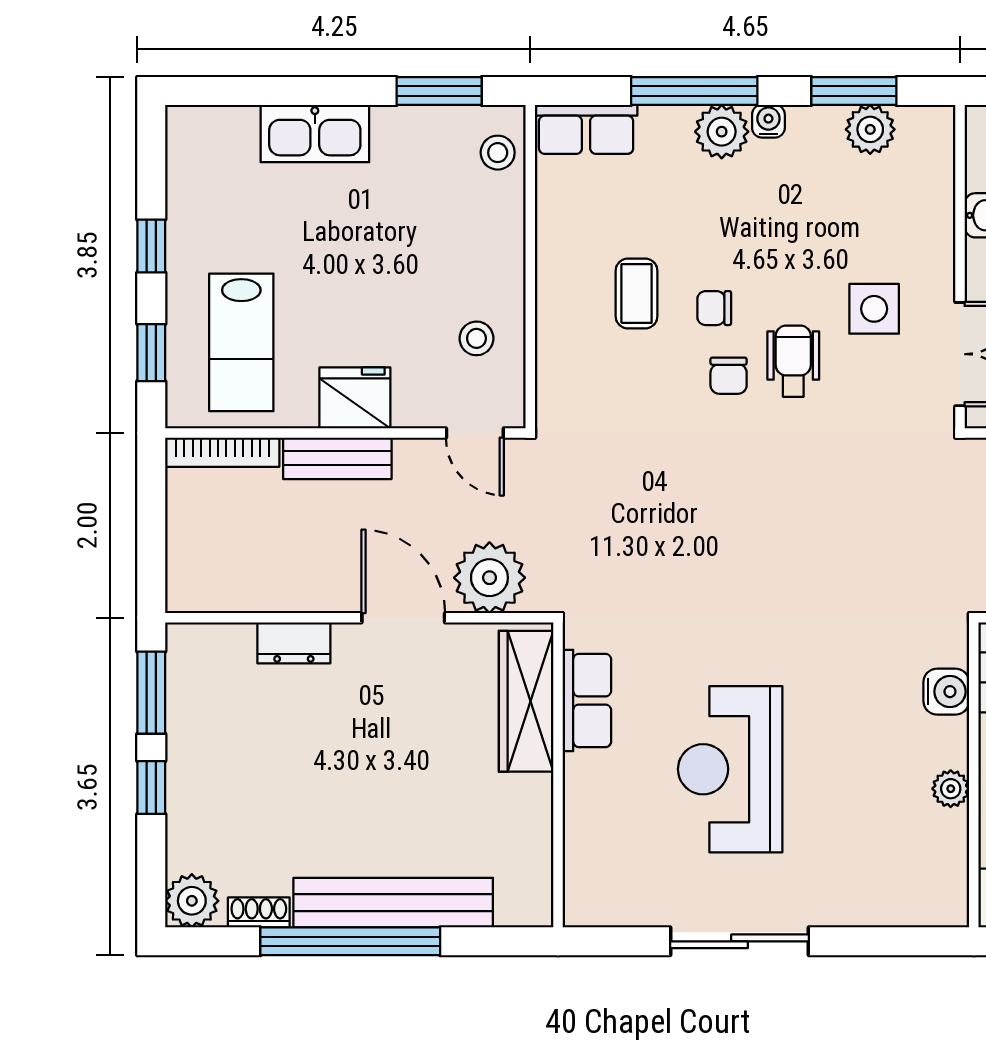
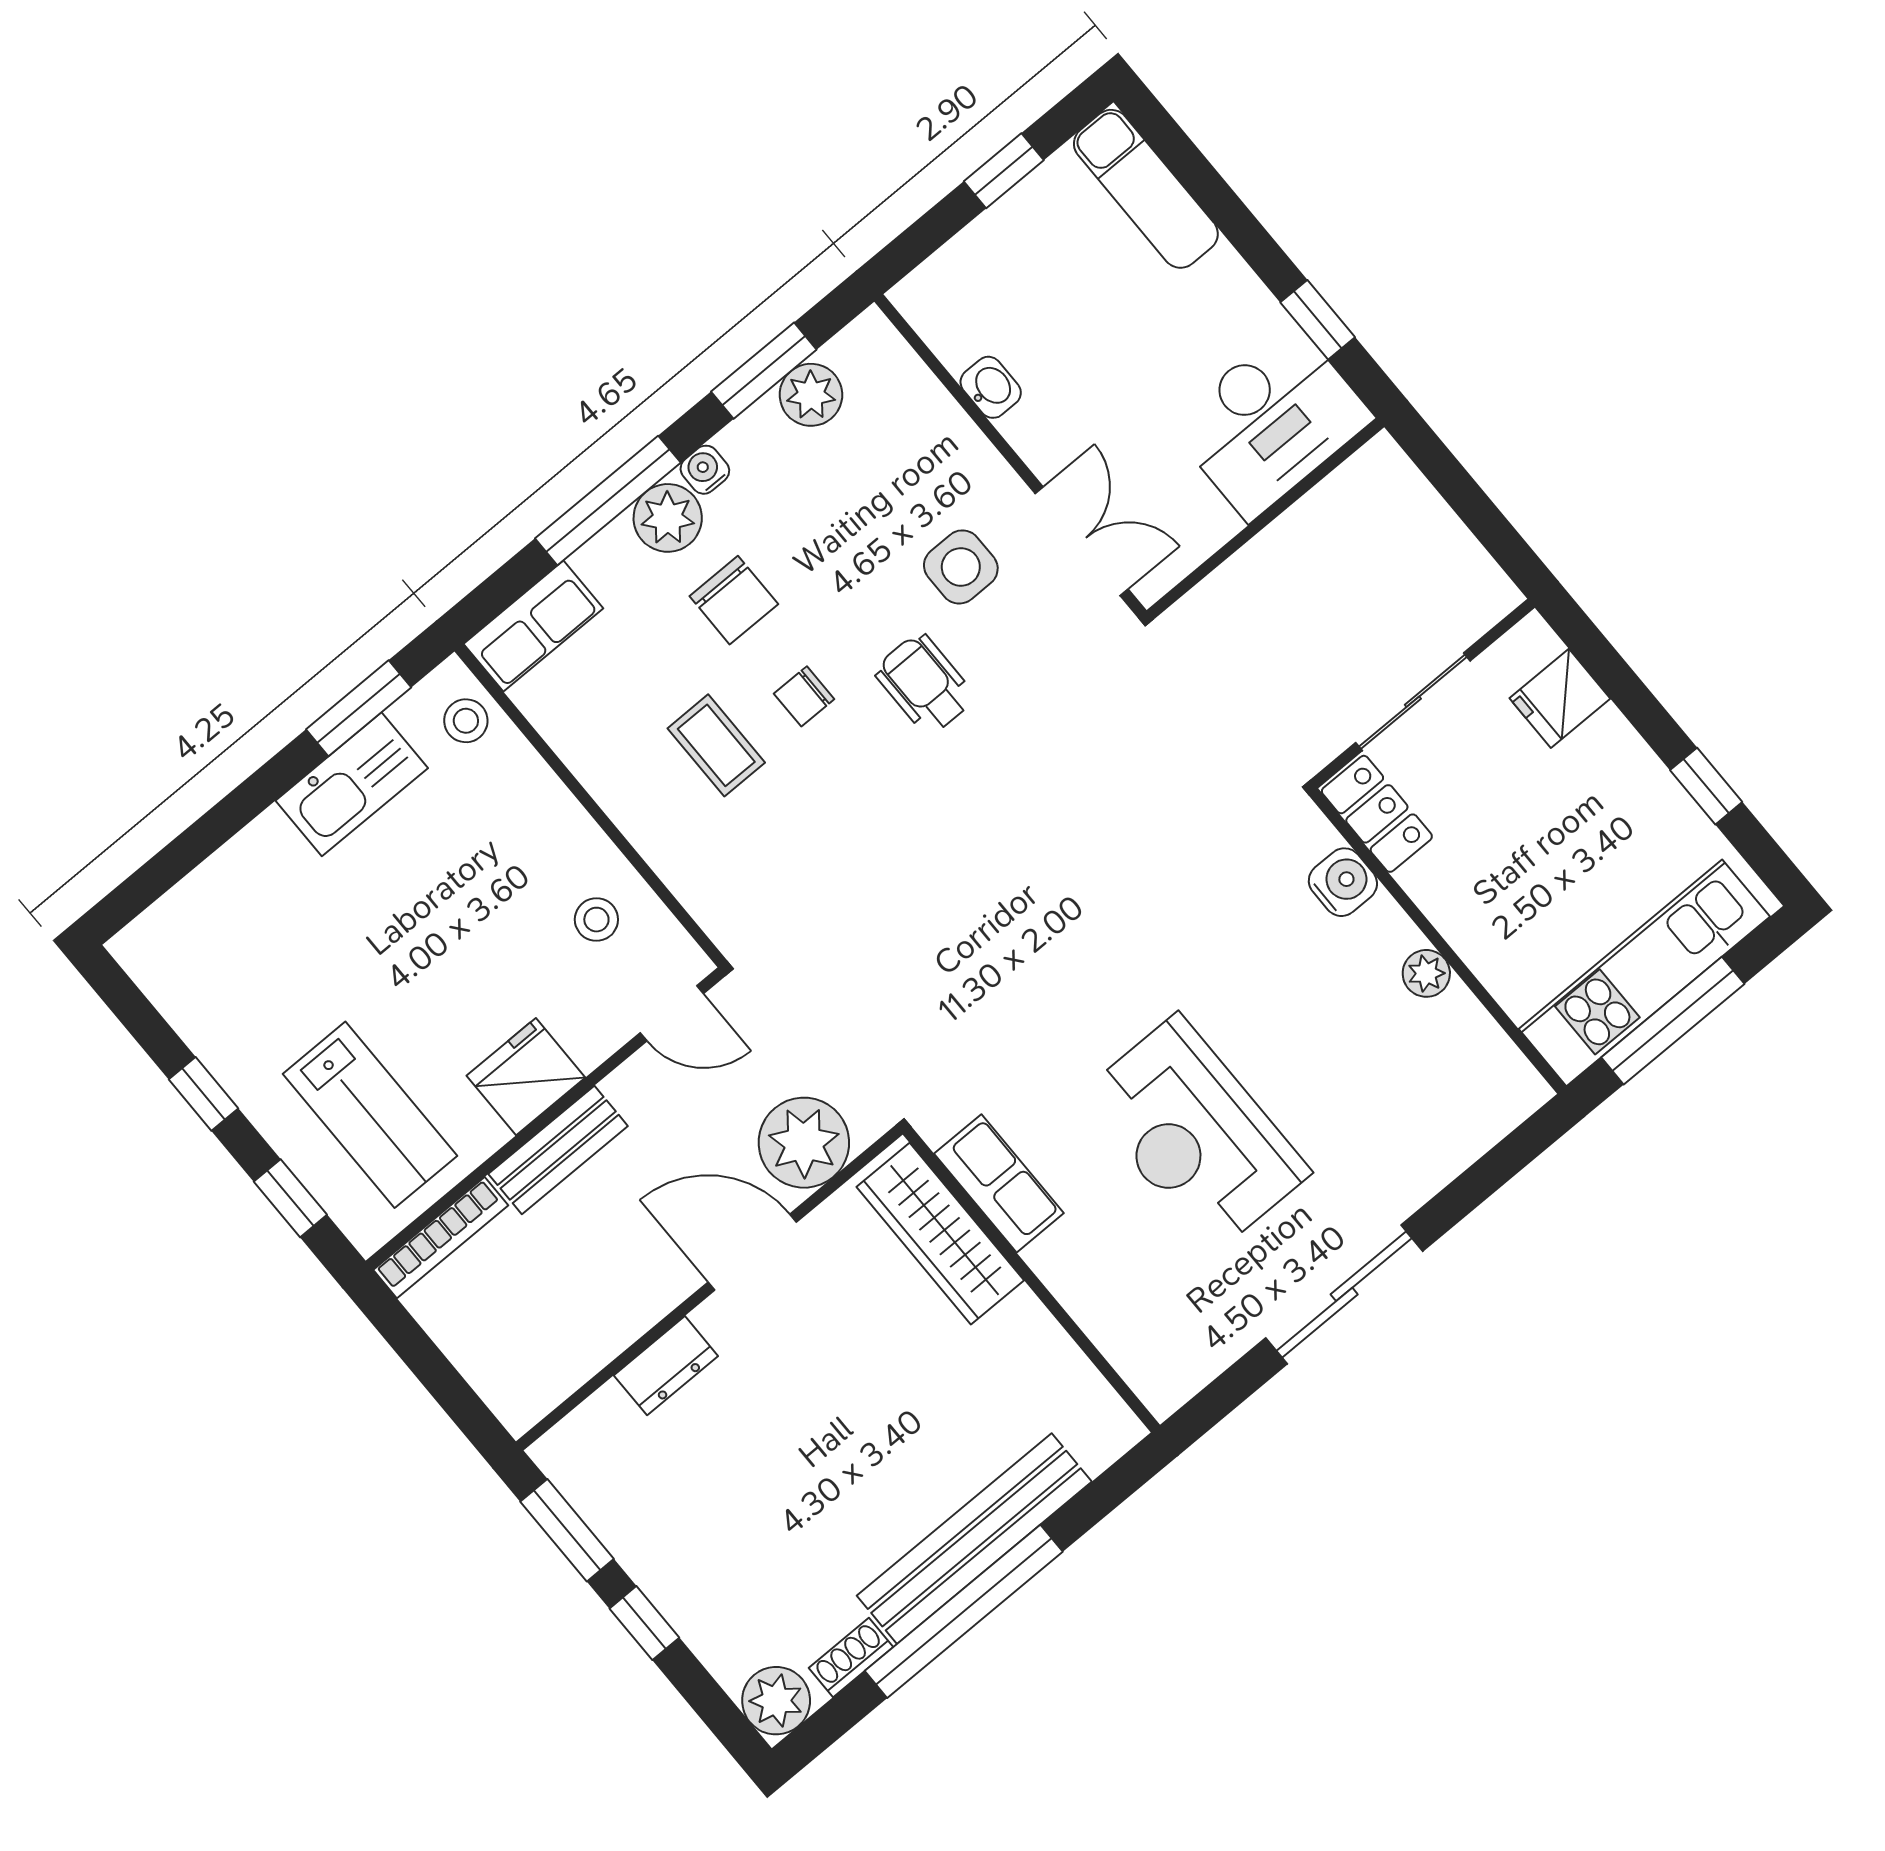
kitchen sink: (315, 134) -> (352, 784), moved
chair: (729, 376) -> (734, 600), moved, width x1.37, depth x1.37

